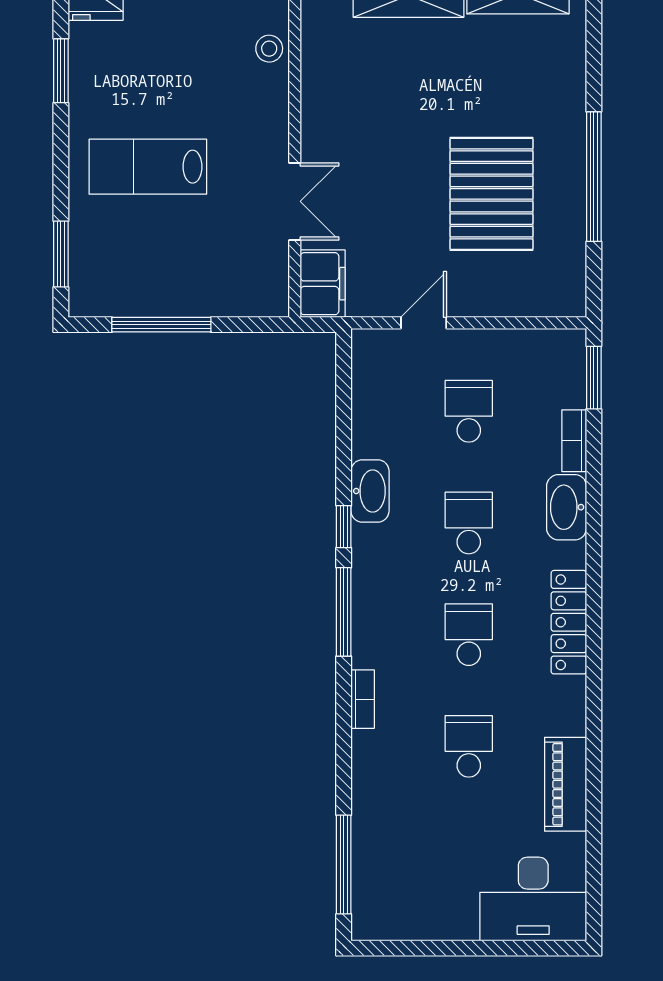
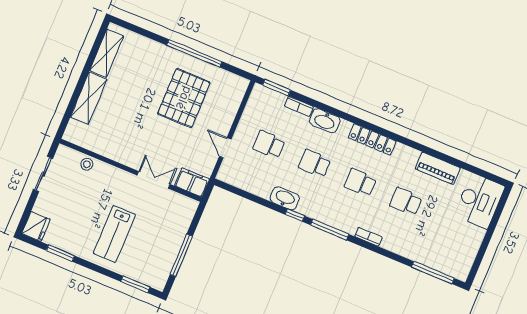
pallet: (491, 194) -> (184, 98), turned 90

